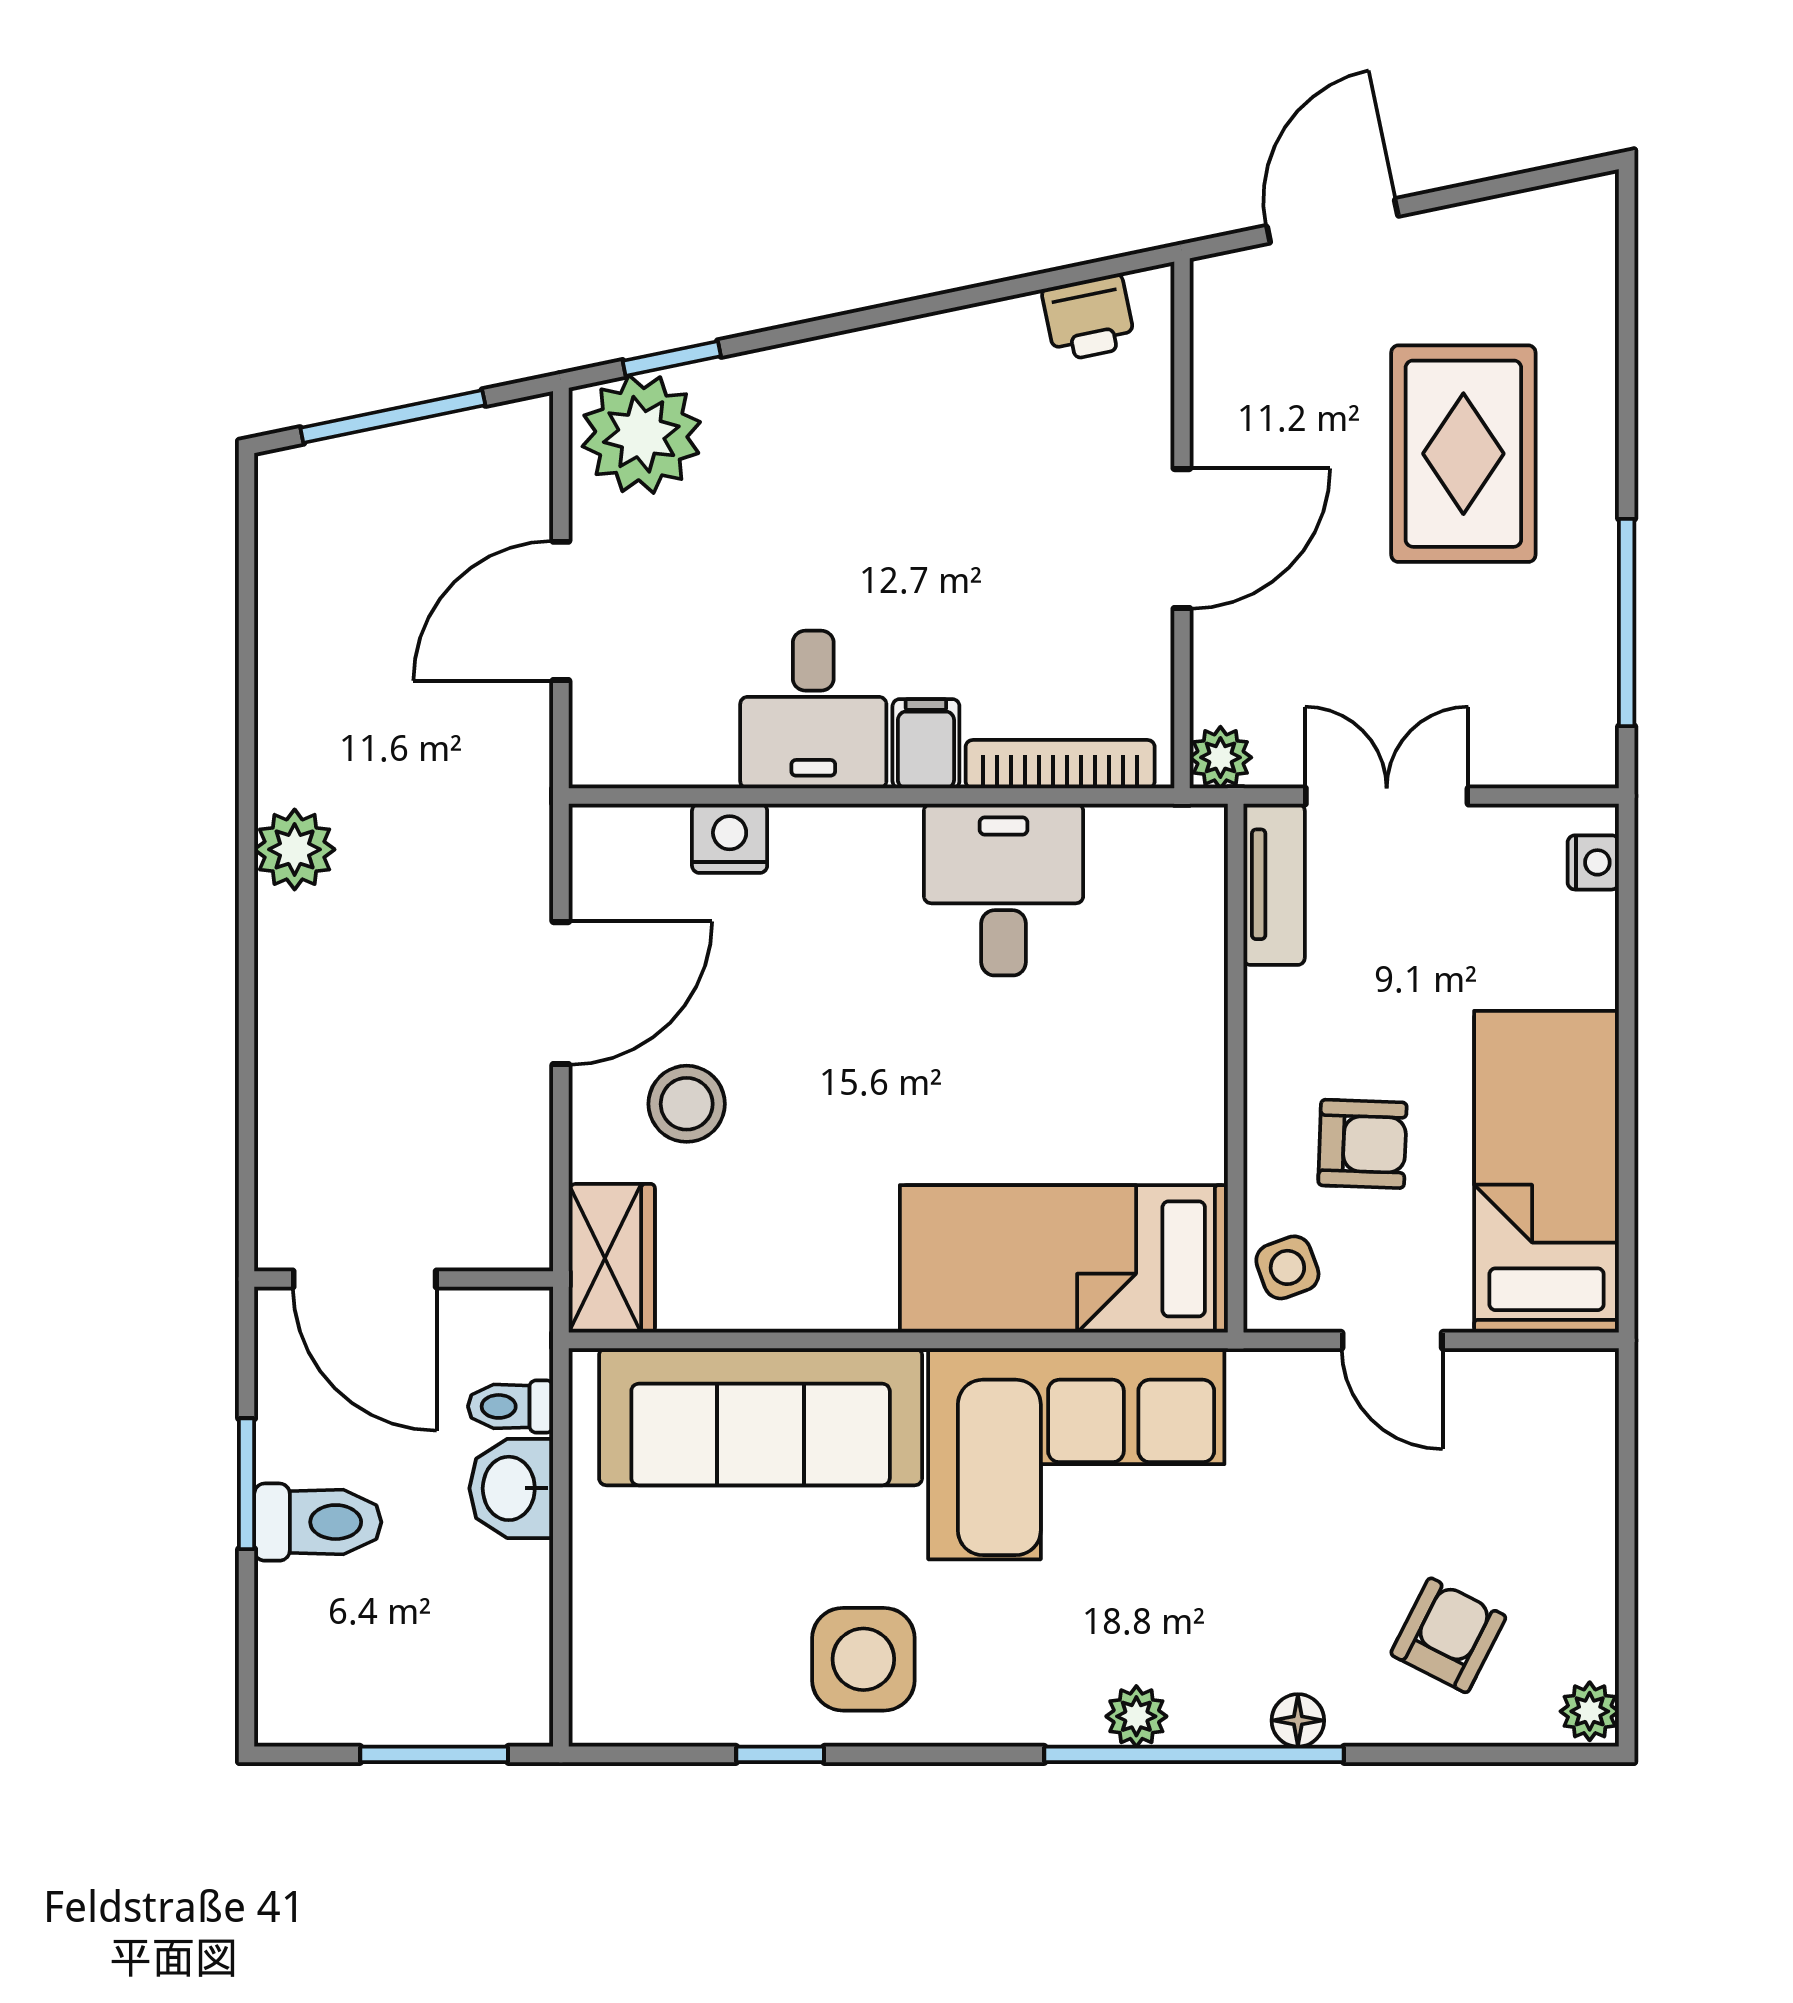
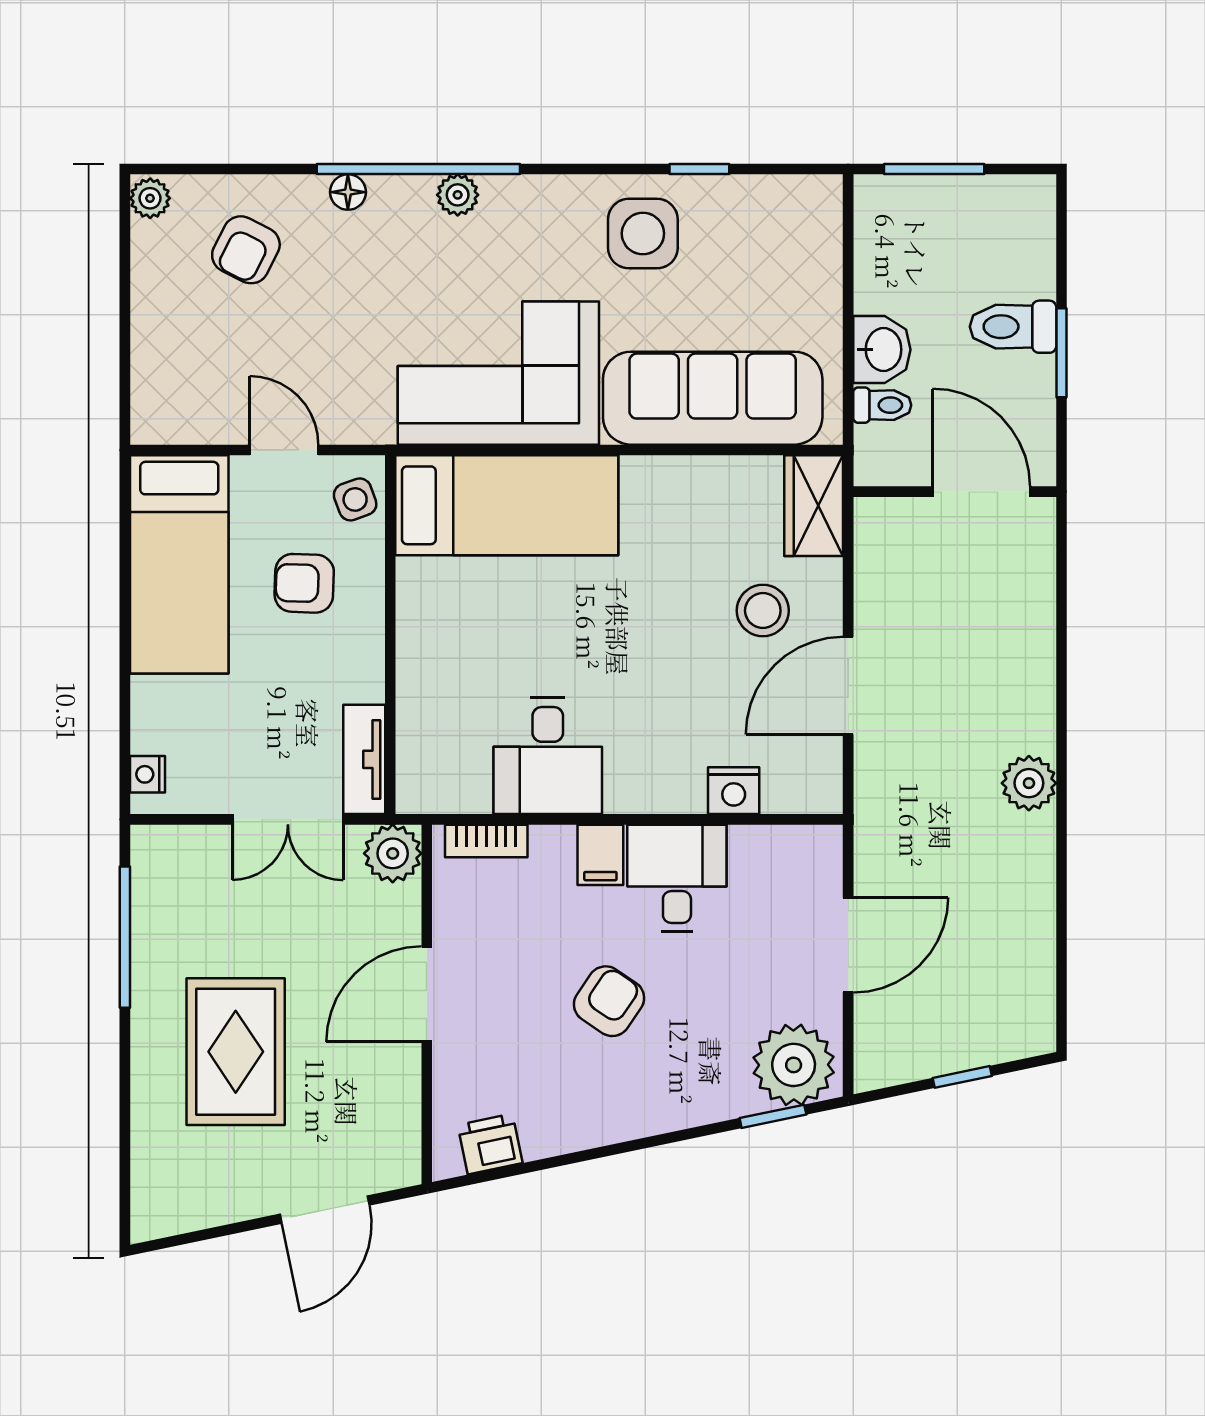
window: (393, 417) -> (962, 1077), width x0.46
armchair: (913, 528) -> (609, 1001), added
plant: (1220, 757) -> (393, 853), width x1.38, depth x1.38
bookcase: (1060, 764) -> (486, 841), width x0.64

